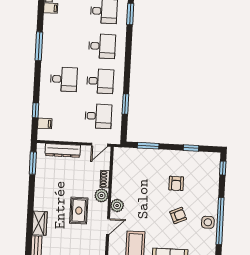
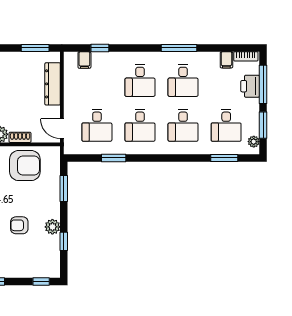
desk: (66, 44) -> (183, 81), added
plant: (179, 157) -> (52, 227), added
armchair: (128, 176) -> (25, 166), added

